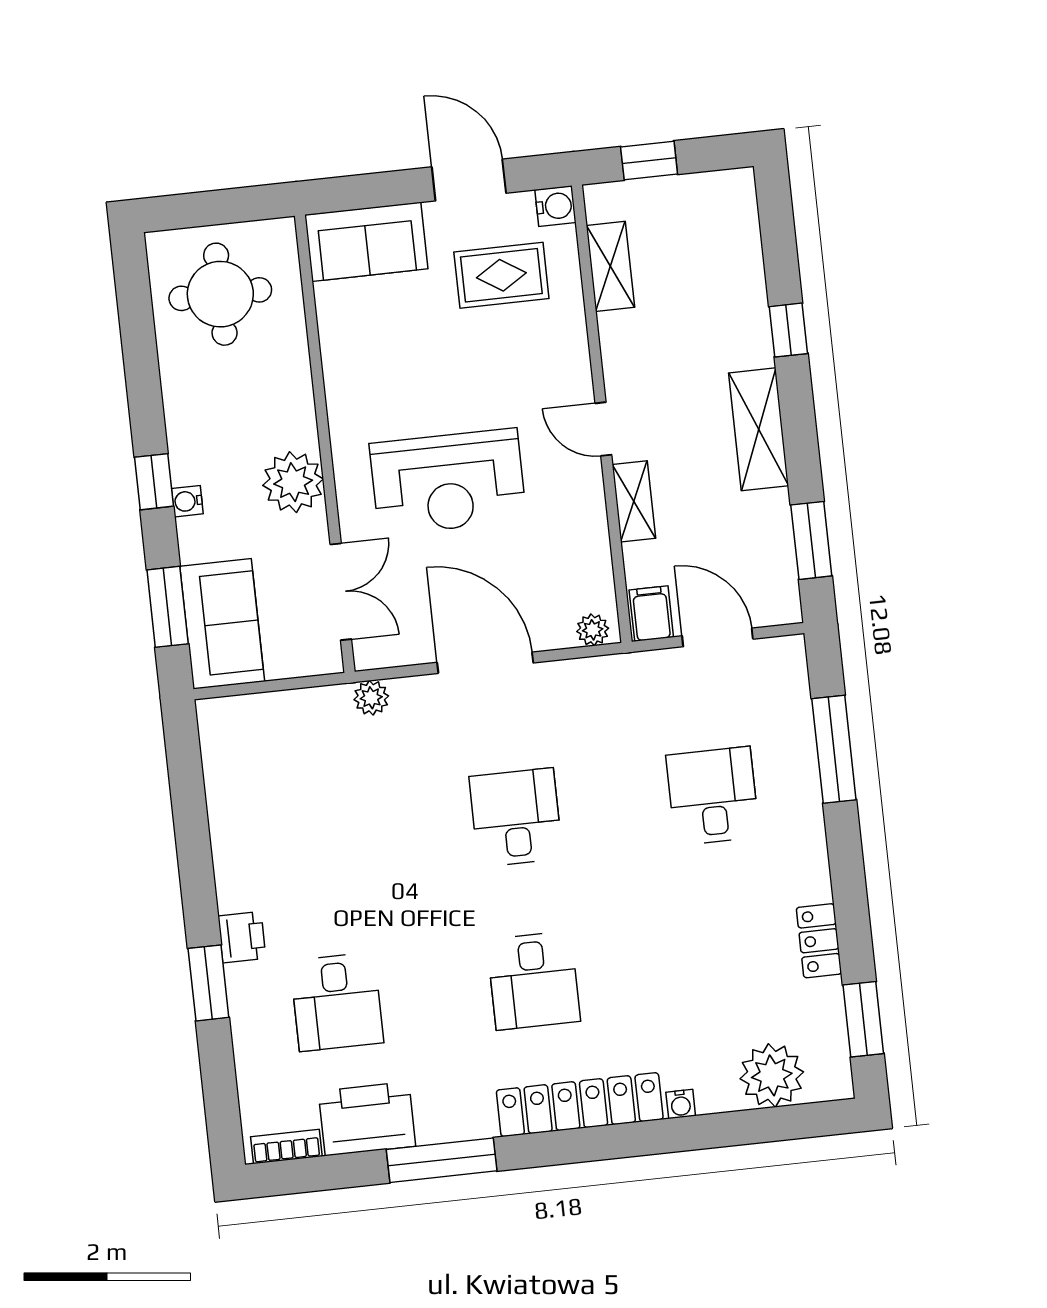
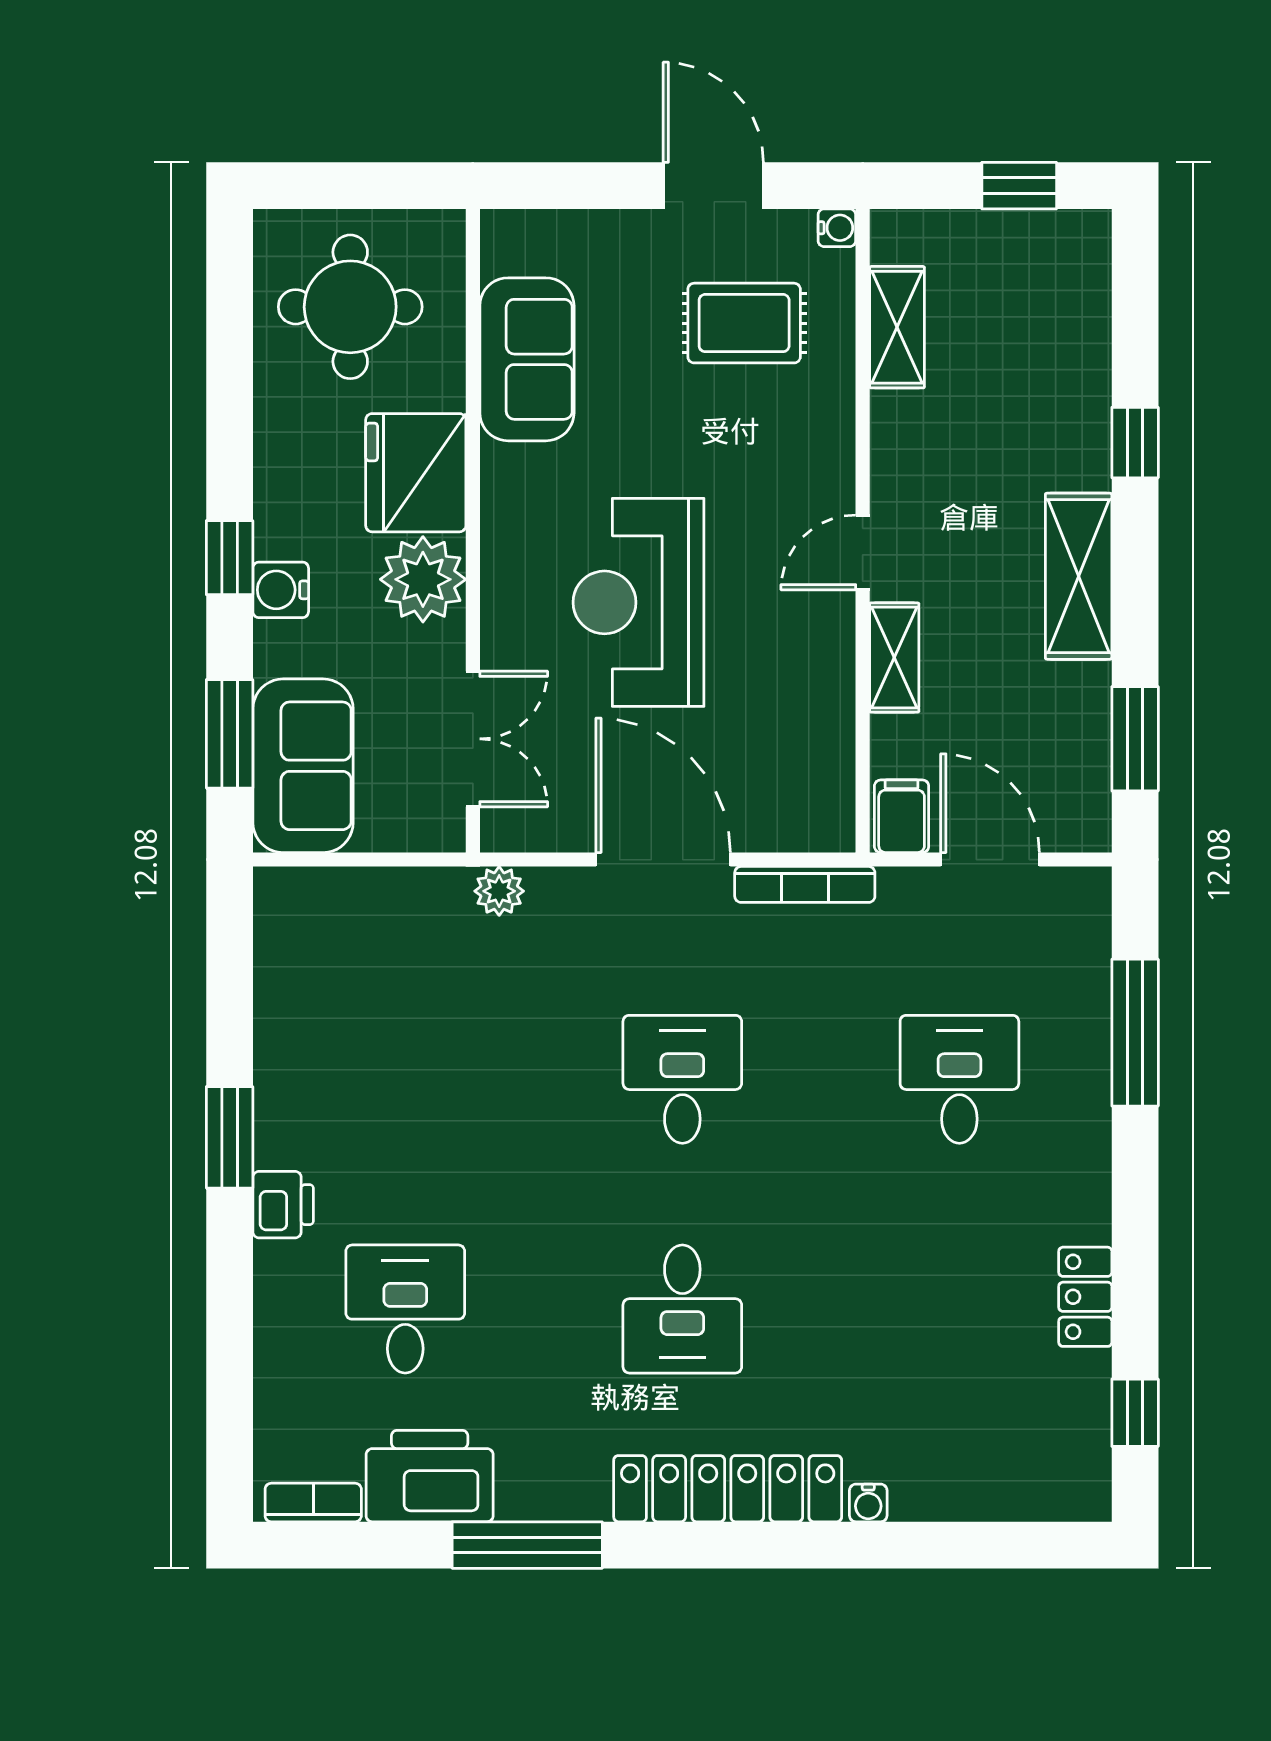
window: (649, 160) -> (1019, 186), moved
water cooler: (555, 206) -> (837, 228), width x0.72, depth x0.72
sofa: (366, 242) -> (527, 359), moved, turned -90
fridge: (280, 407) -> (416, 473), added
door: (603, 429) -> (863, 552), hinge flipped
reception desk: (448, 482) -> (639, 602), turned 90
water cooler: (187, 501) -> (281, 590), width x1.38, depth x1.38
plant: (593, 630) -> (817, 830), removed
bookcase: (588, 669) -> (805, 884), added
window: (208, 983) -> (230, 1137), moved
desk: (337, 1002) -> (405, 1309), turned 180
window: (863, 1019) -> (1135, 1413), width x0.67
plant: (772, 1075) -> (999, 1477), removed

